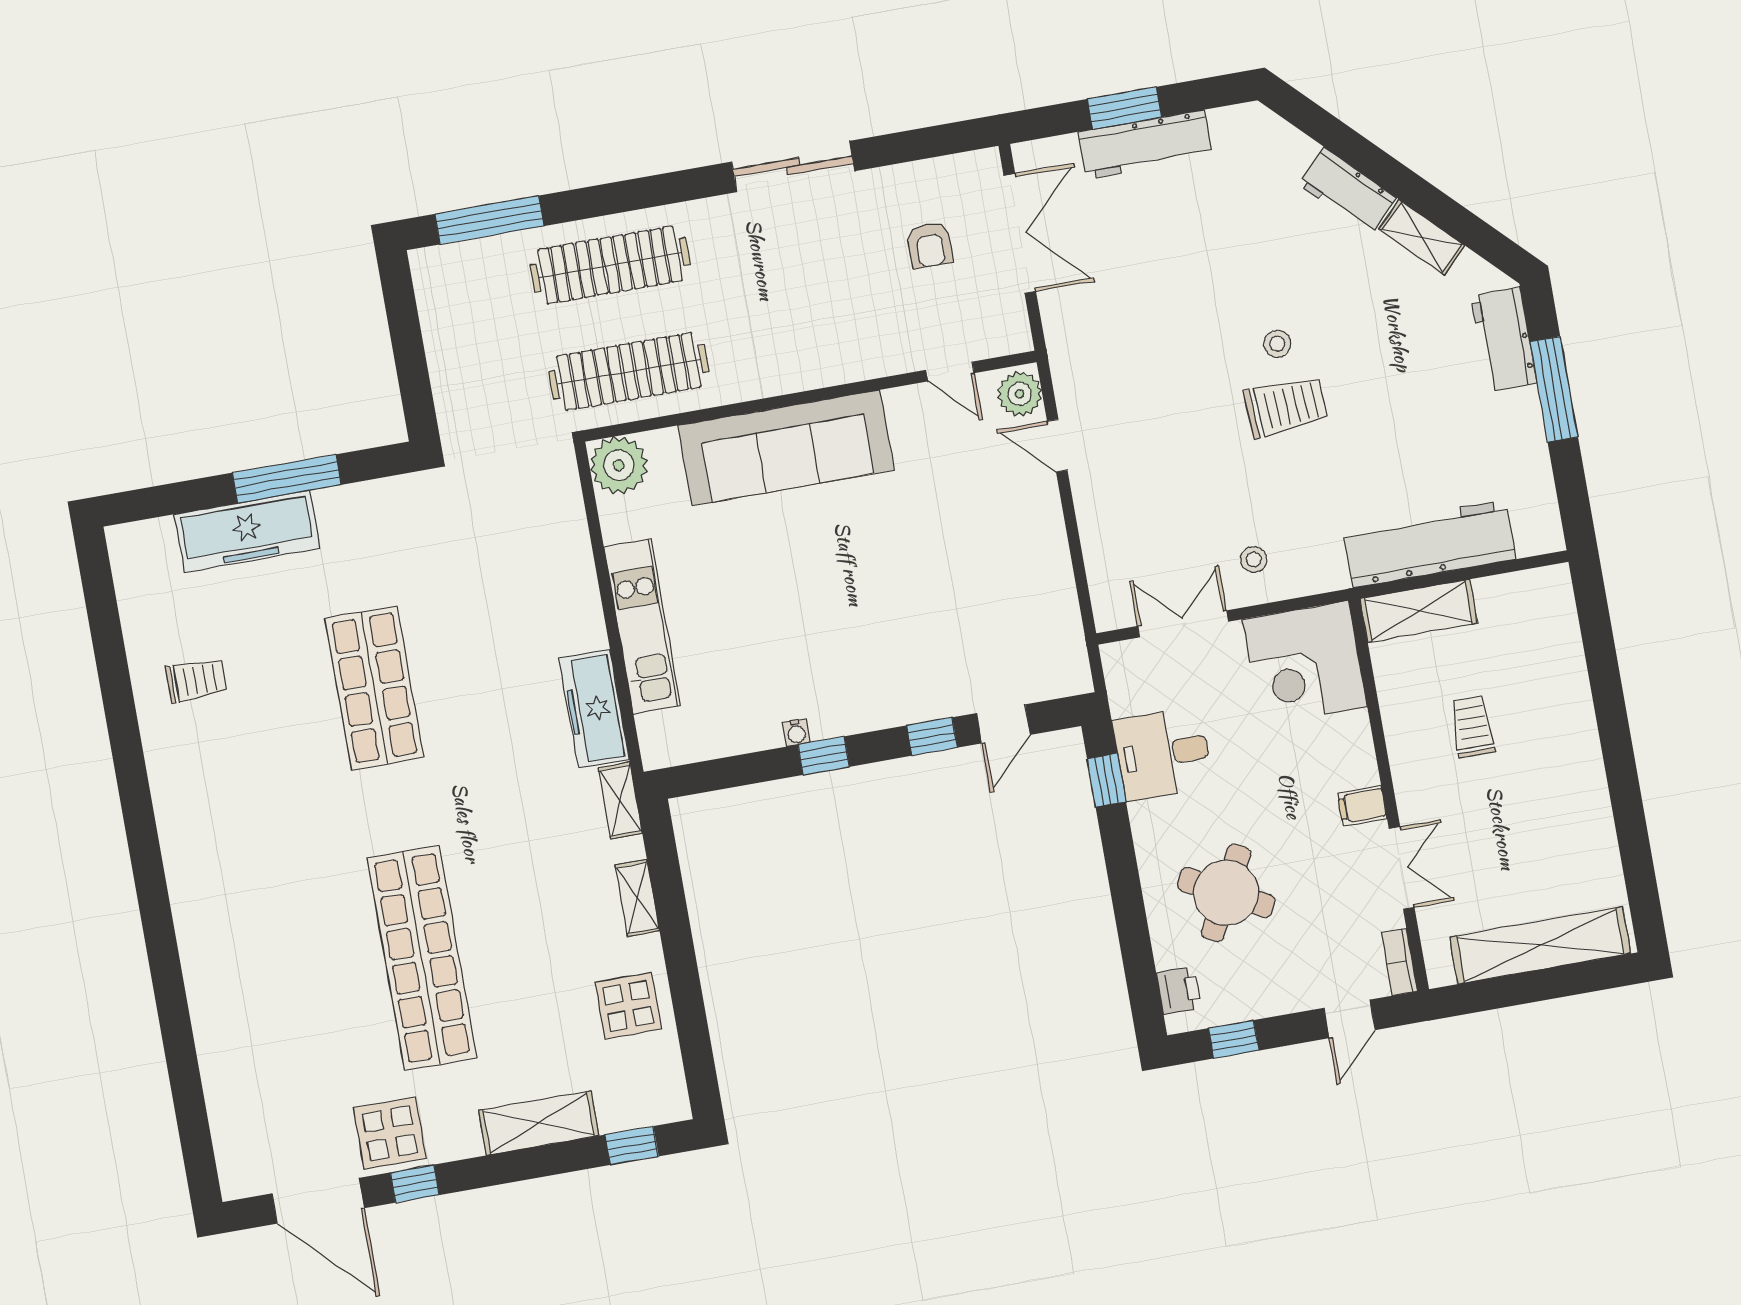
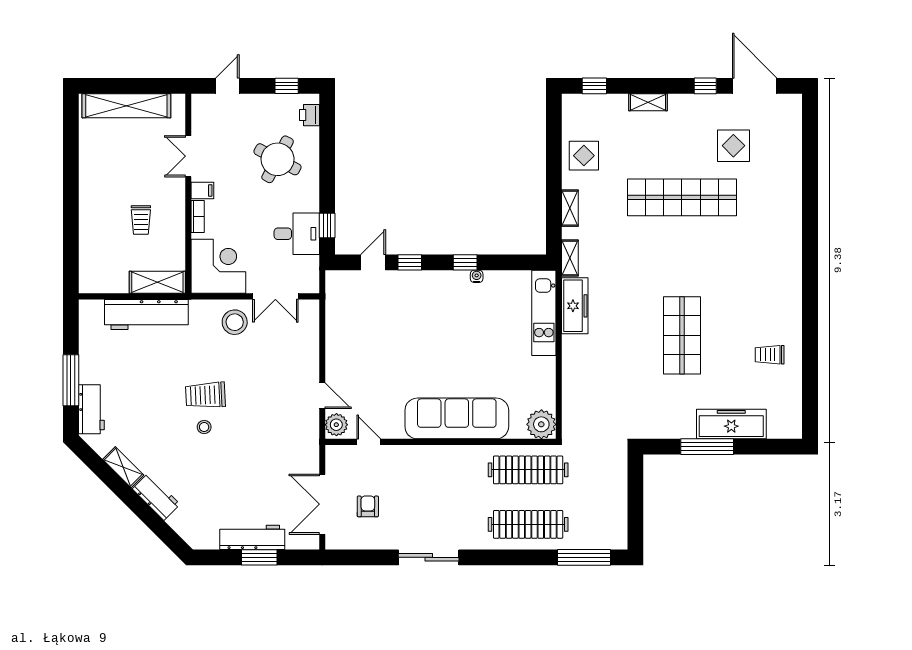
stool: (1254, 559) -> (235, 322), width x1.89, depth x1.89
kitchen unit: (642, 626) -> (544, 313), moved
shop shelf: (422, 958) -> (682, 197), turned 90
bookcase: (1399, 962) -> (198, 217), moved
shelving: (539, 1123) -> (648, 102), width x0.67, depth x0.75
display table: (390, 1133) -> (733, 146), moved

